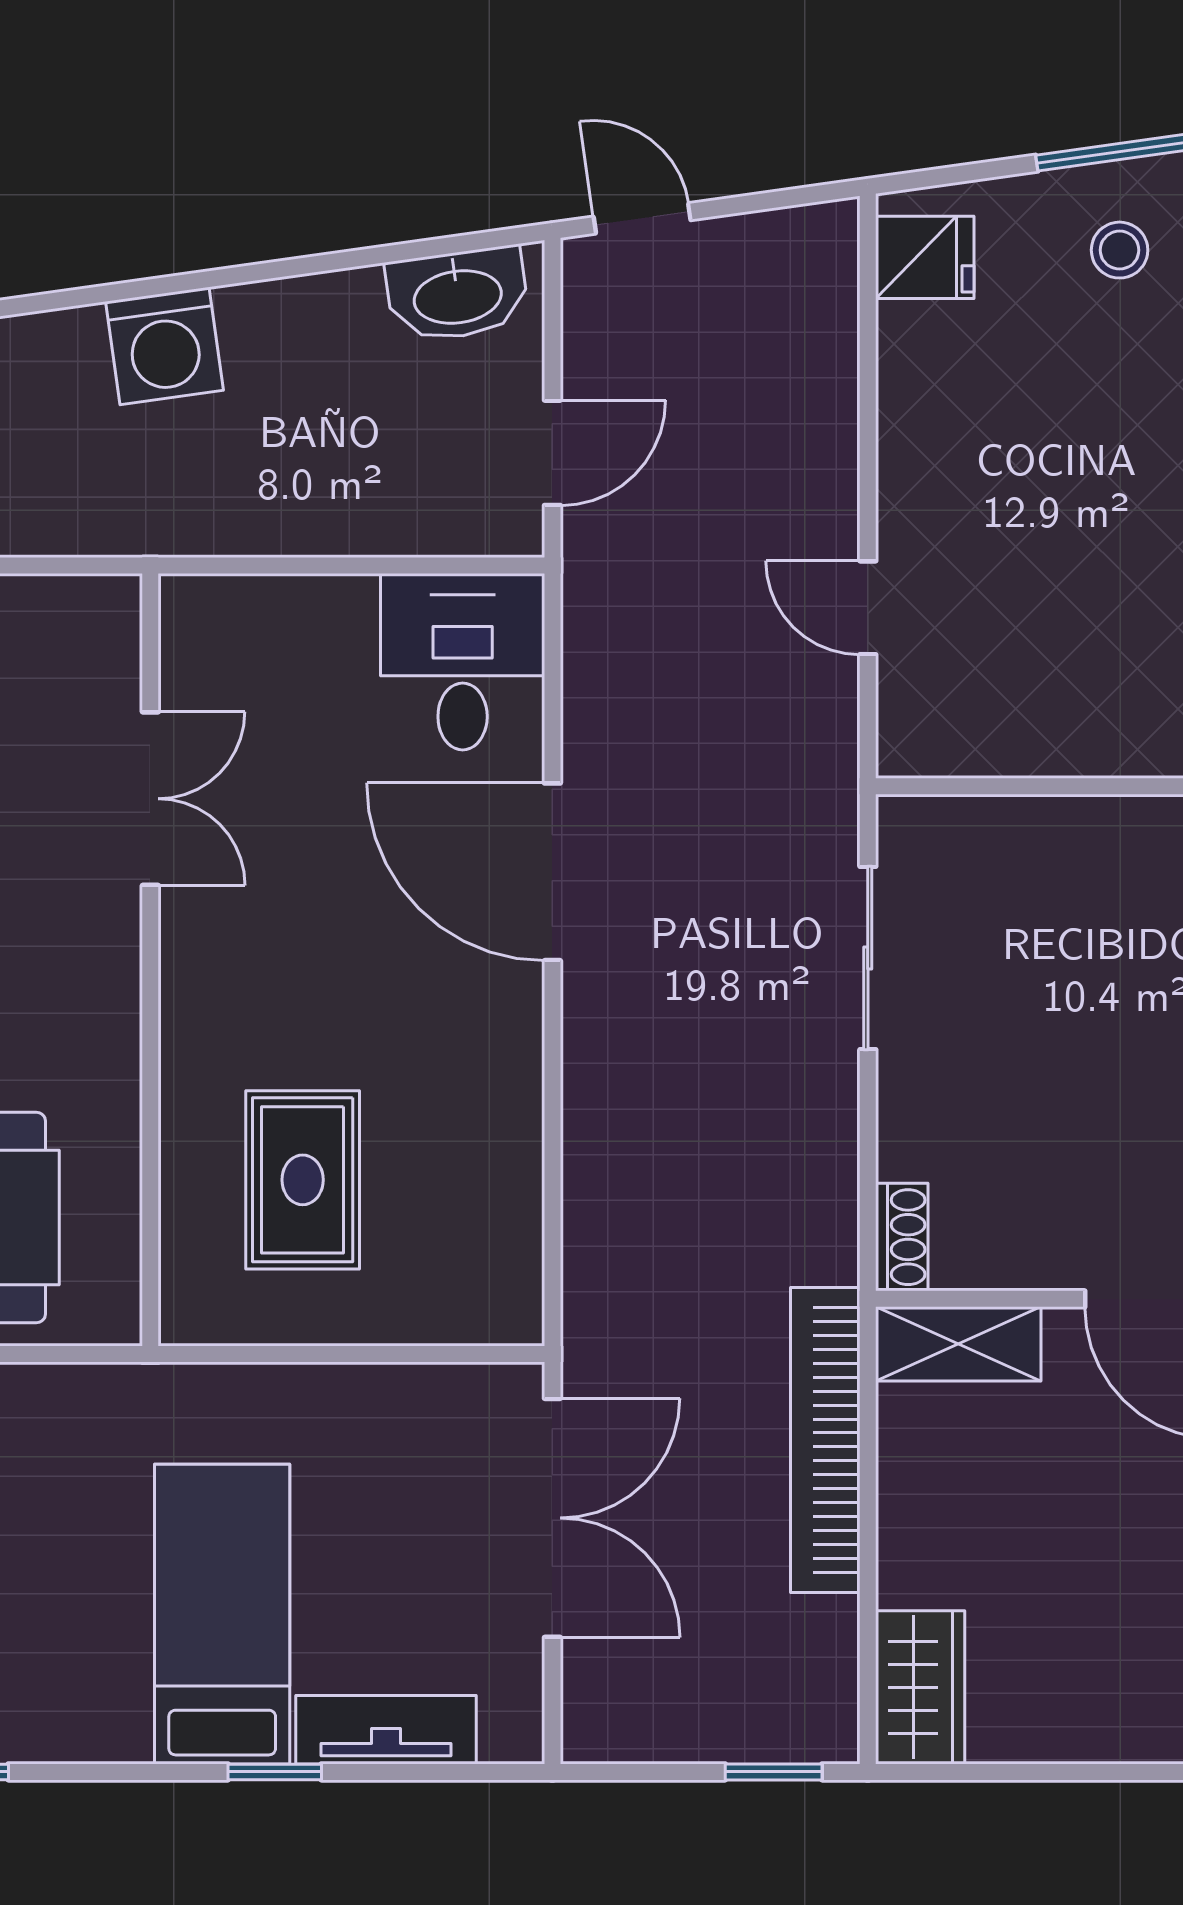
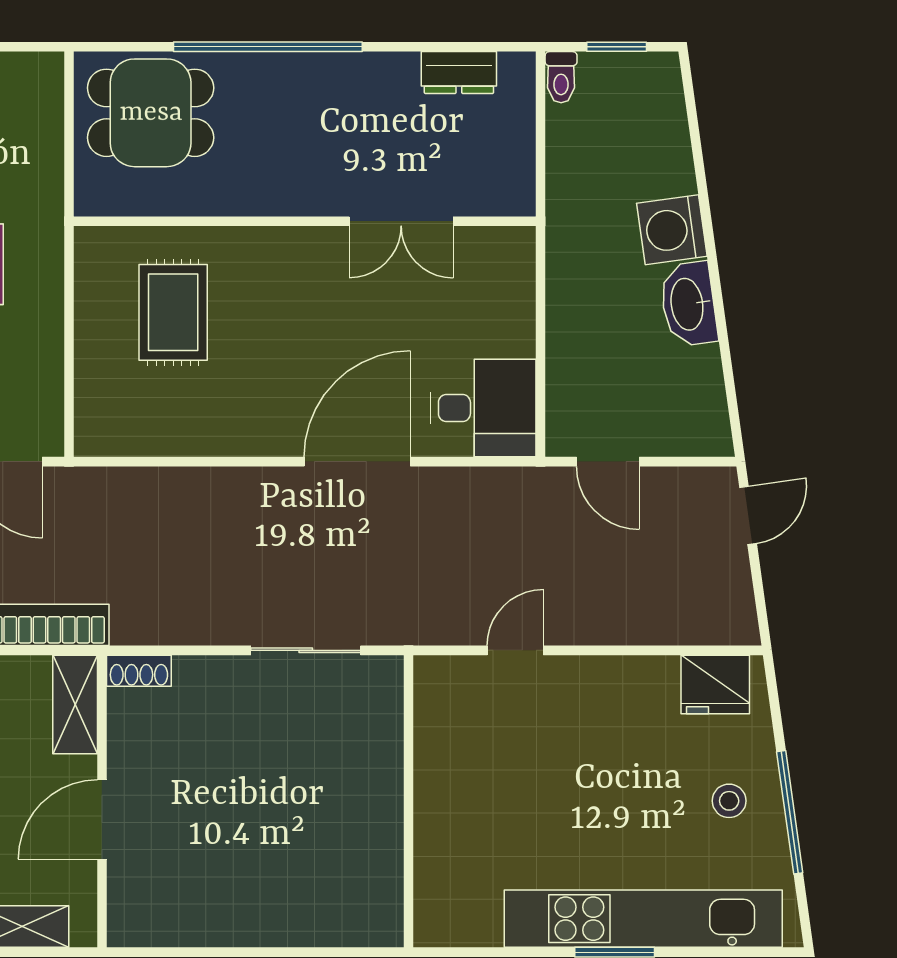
fridge: (925, 257) -> (715, 684), width x1.38
washbasin: (457, 294) -> (688, 304), moved
rug: (303, 1180) -> (173, 312), turned 90

